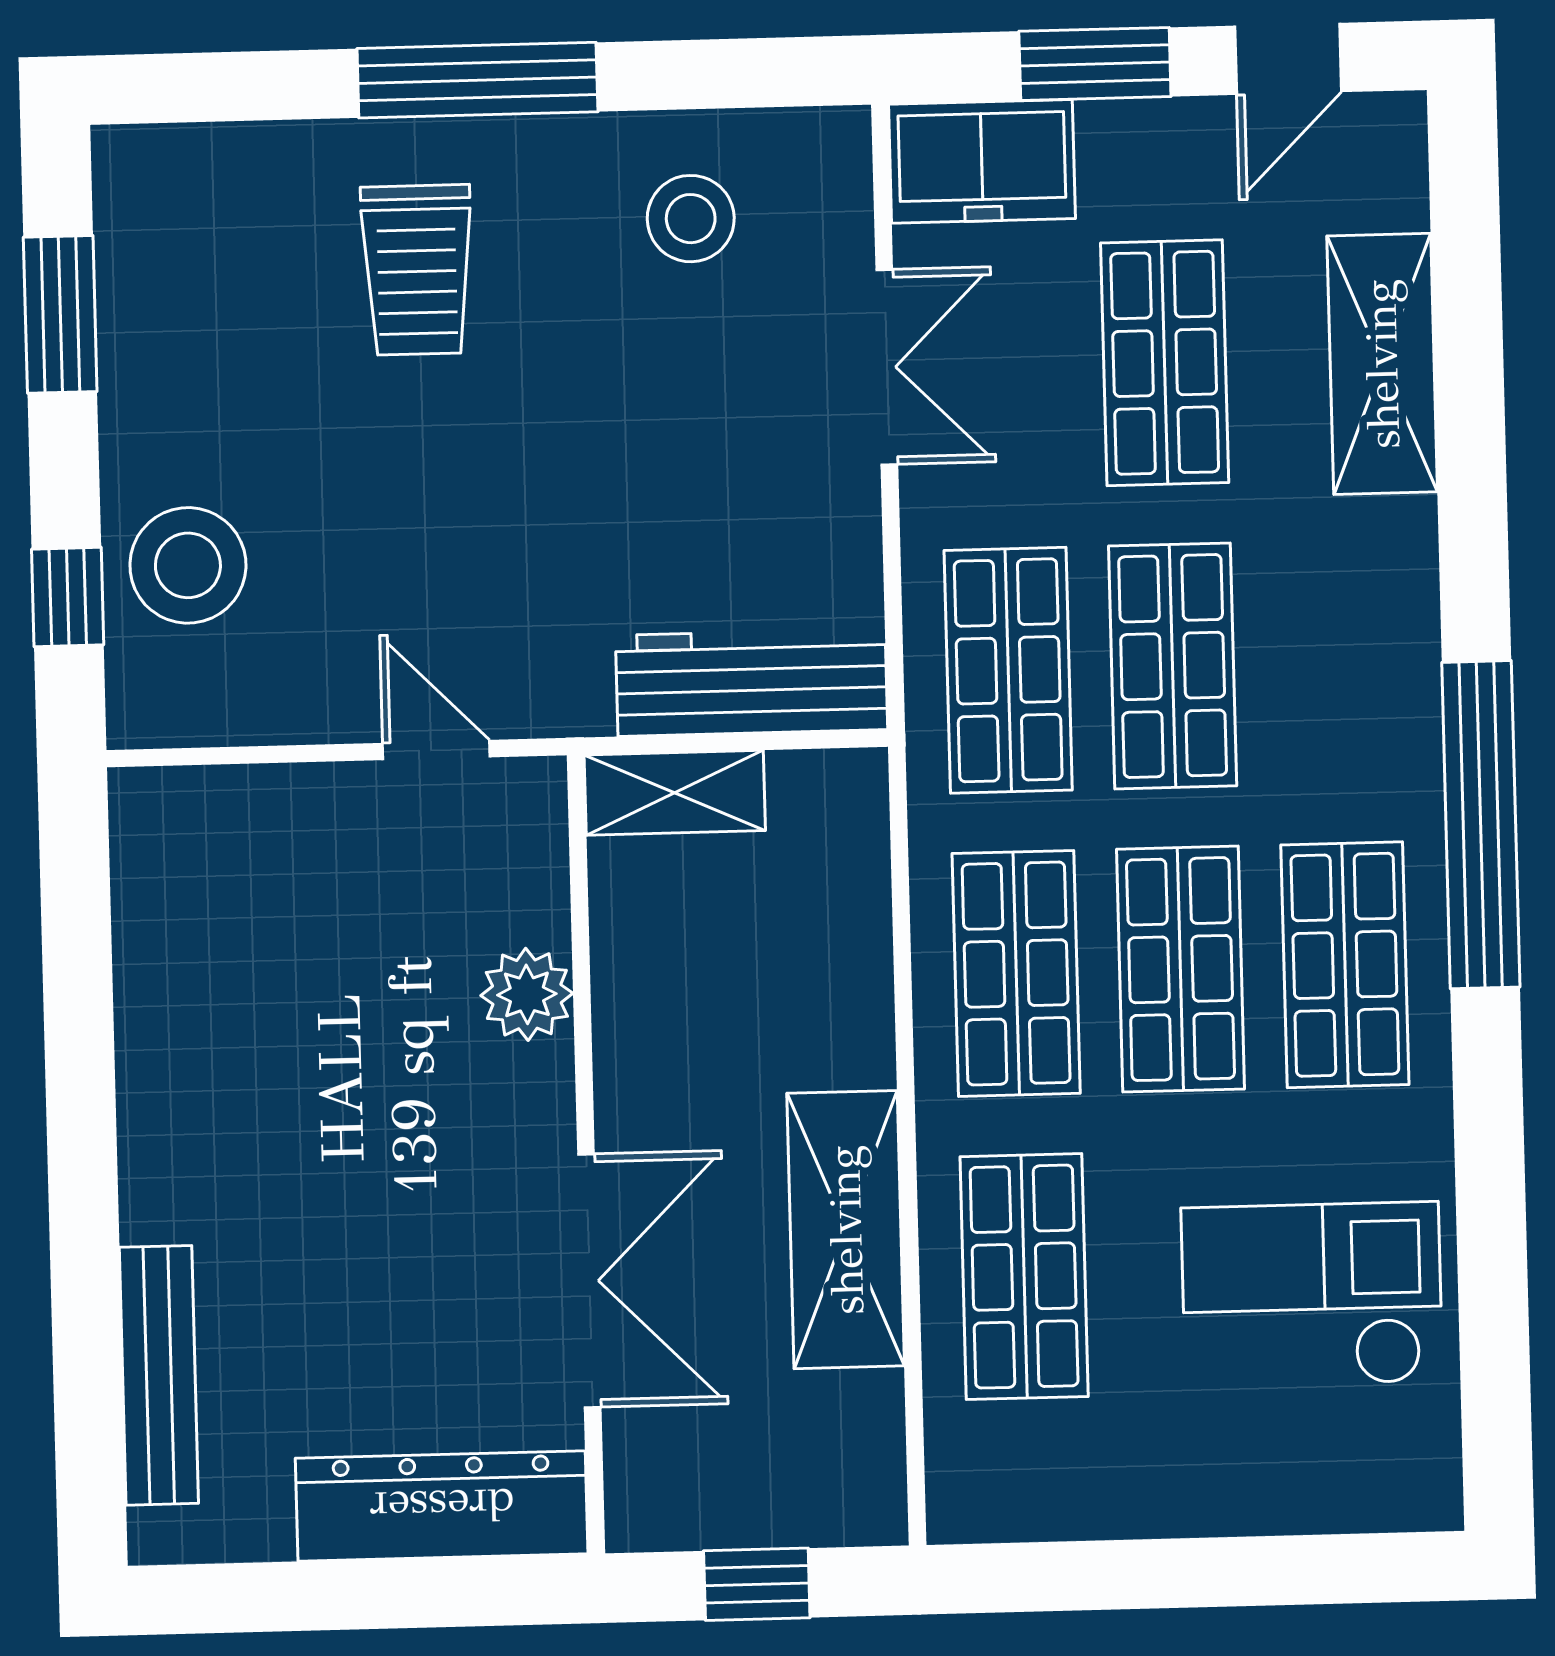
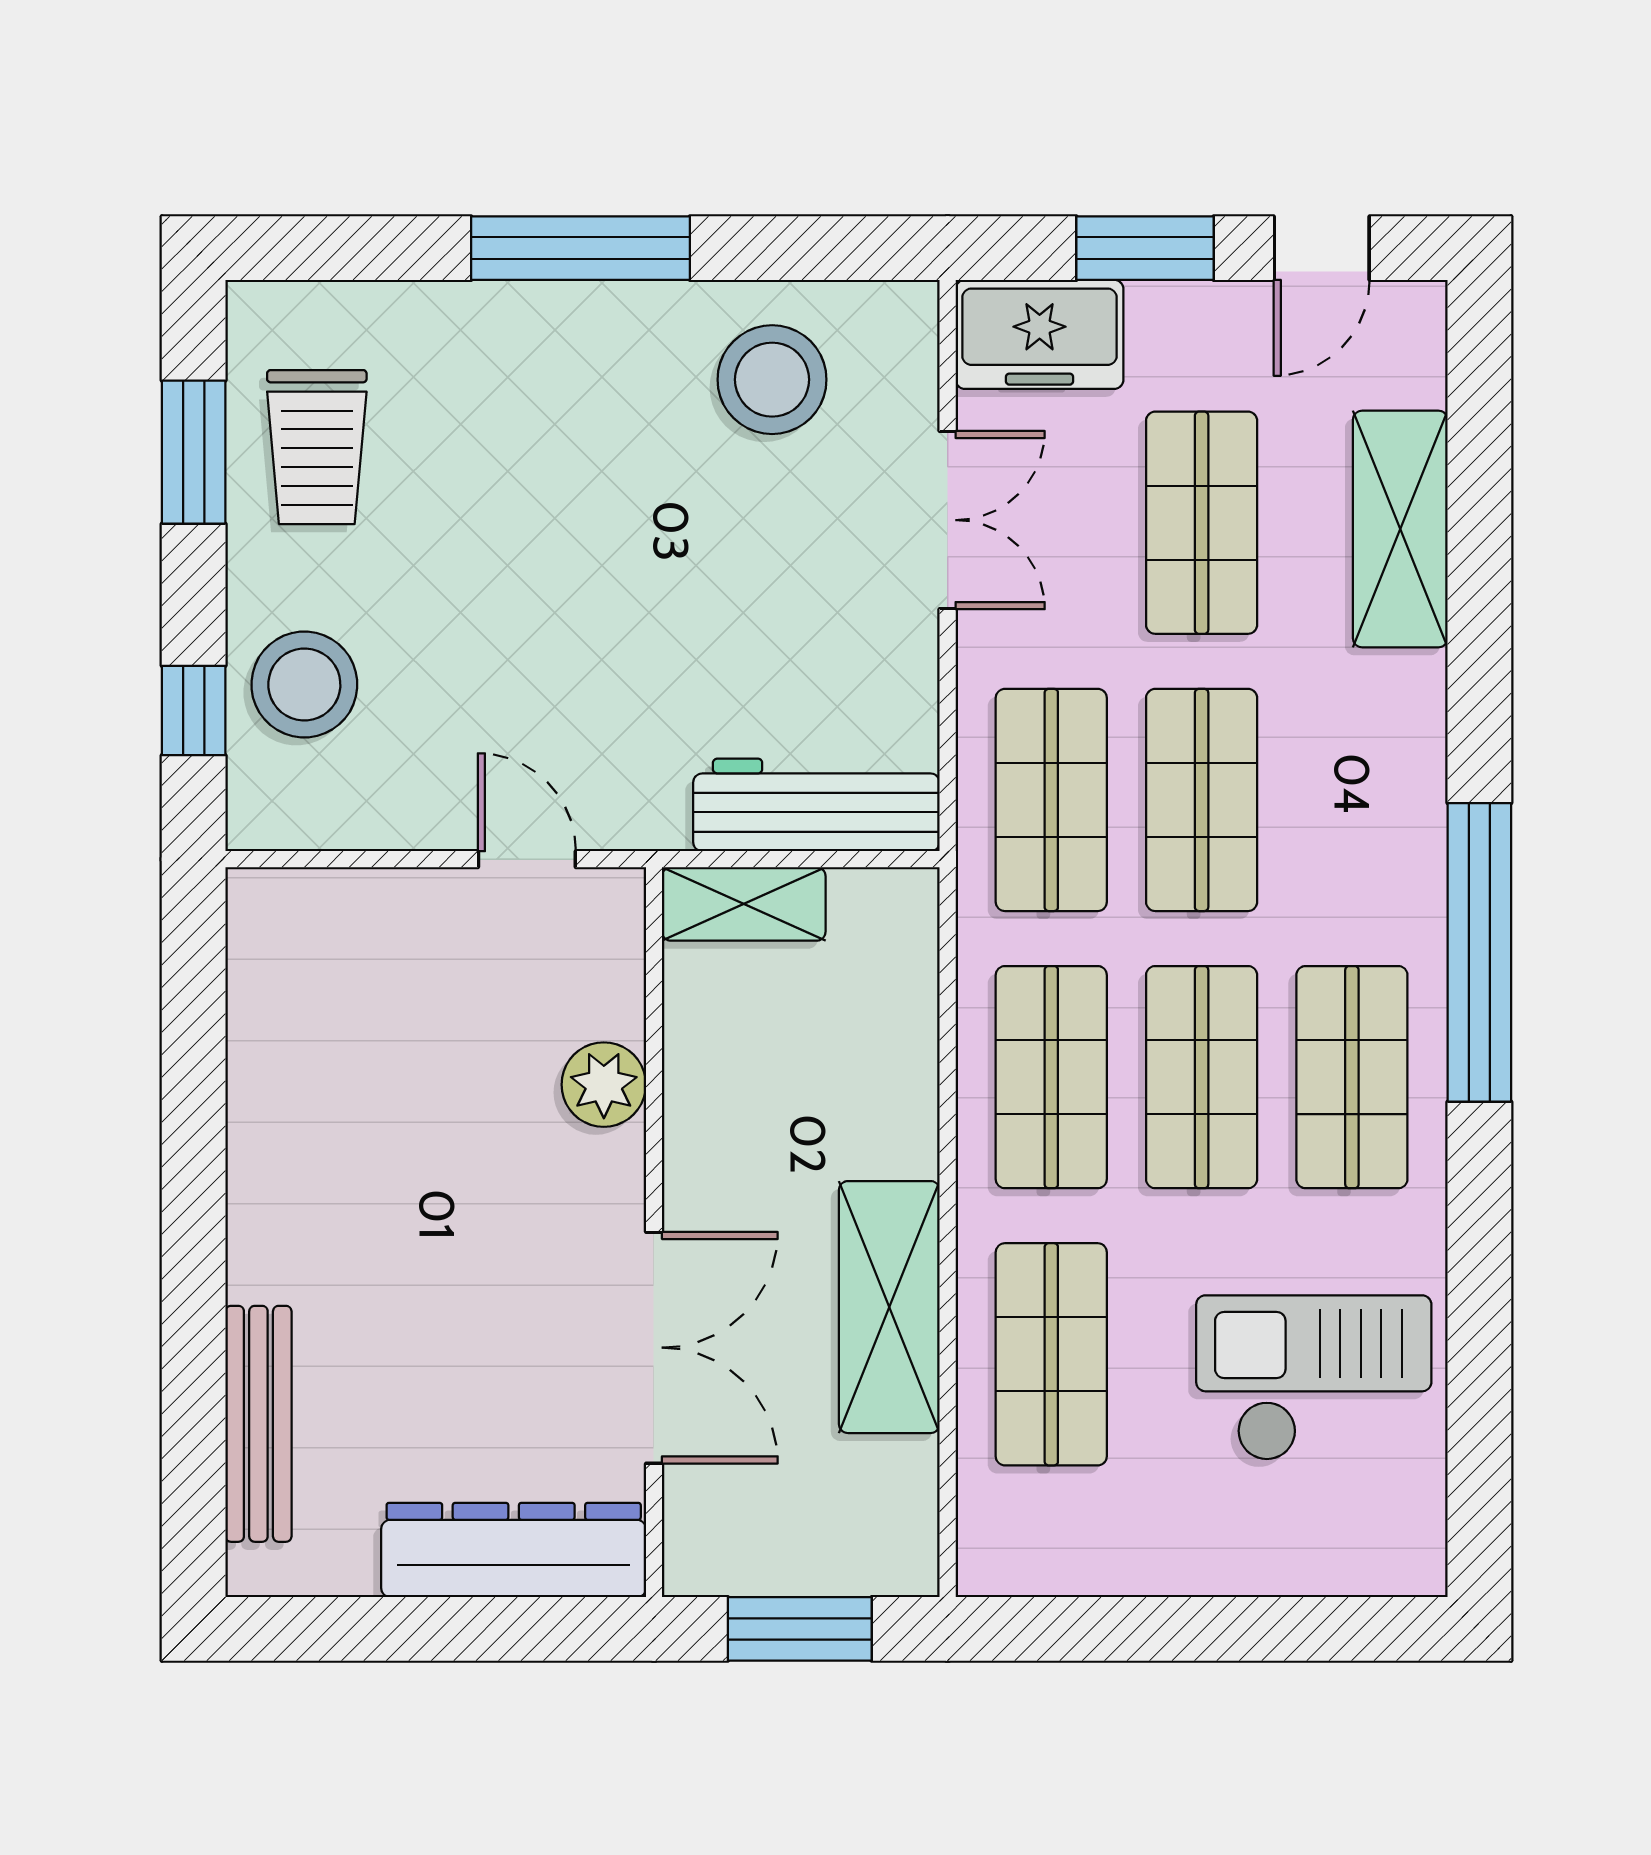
stool: (691, 219) -> (772, 380), width x1.38, depth x1.38
trolley: (417, 270) -> (317, 447), moved
window: (757, 1584) -> (800, 1629), width x1.50

